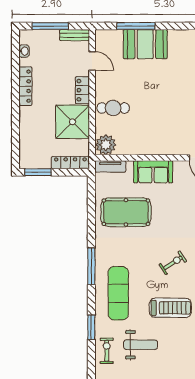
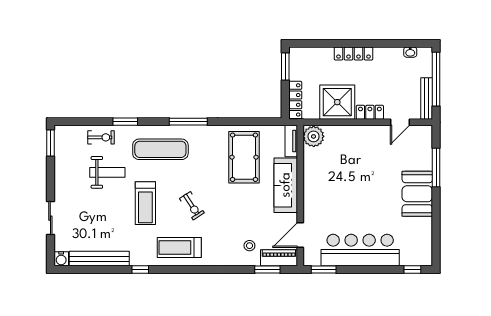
window: (50, 26) -> (436, 79), width x1.46
bench: (74, 35) -> (427, 99), width x1.36
booth: (145, 44) -> (417, 194), moved
locker: (25, 86) -> (353, 53), moved
cafe table: (113, 108) -> (351, 144), removed
sofa: (153, 172) -> (286, 185), width x1.36
weight bench: (141, 345) -> (107, 172), turned -90

